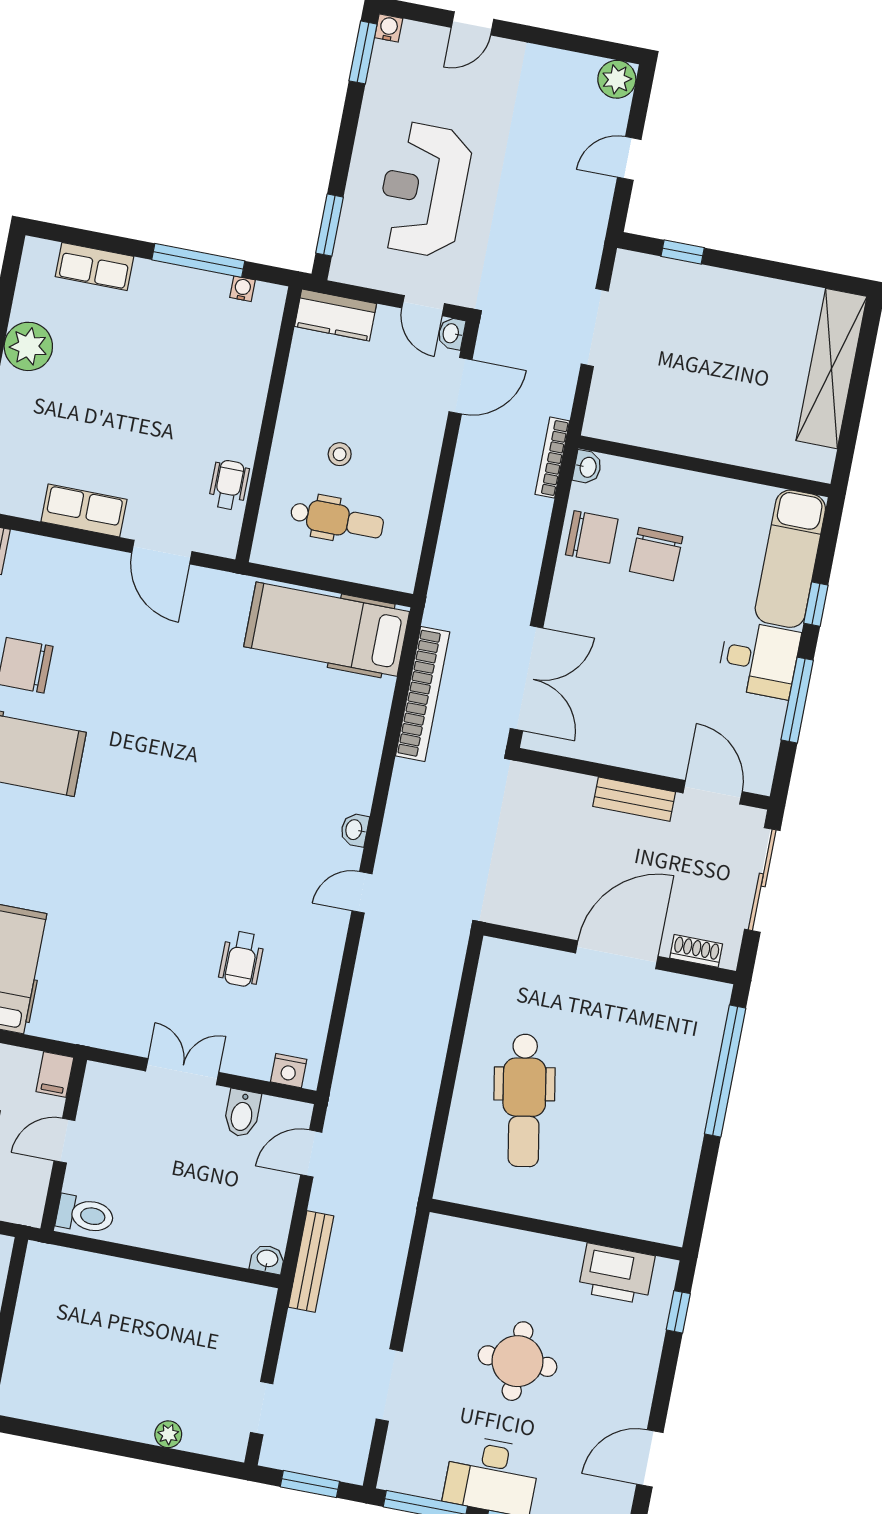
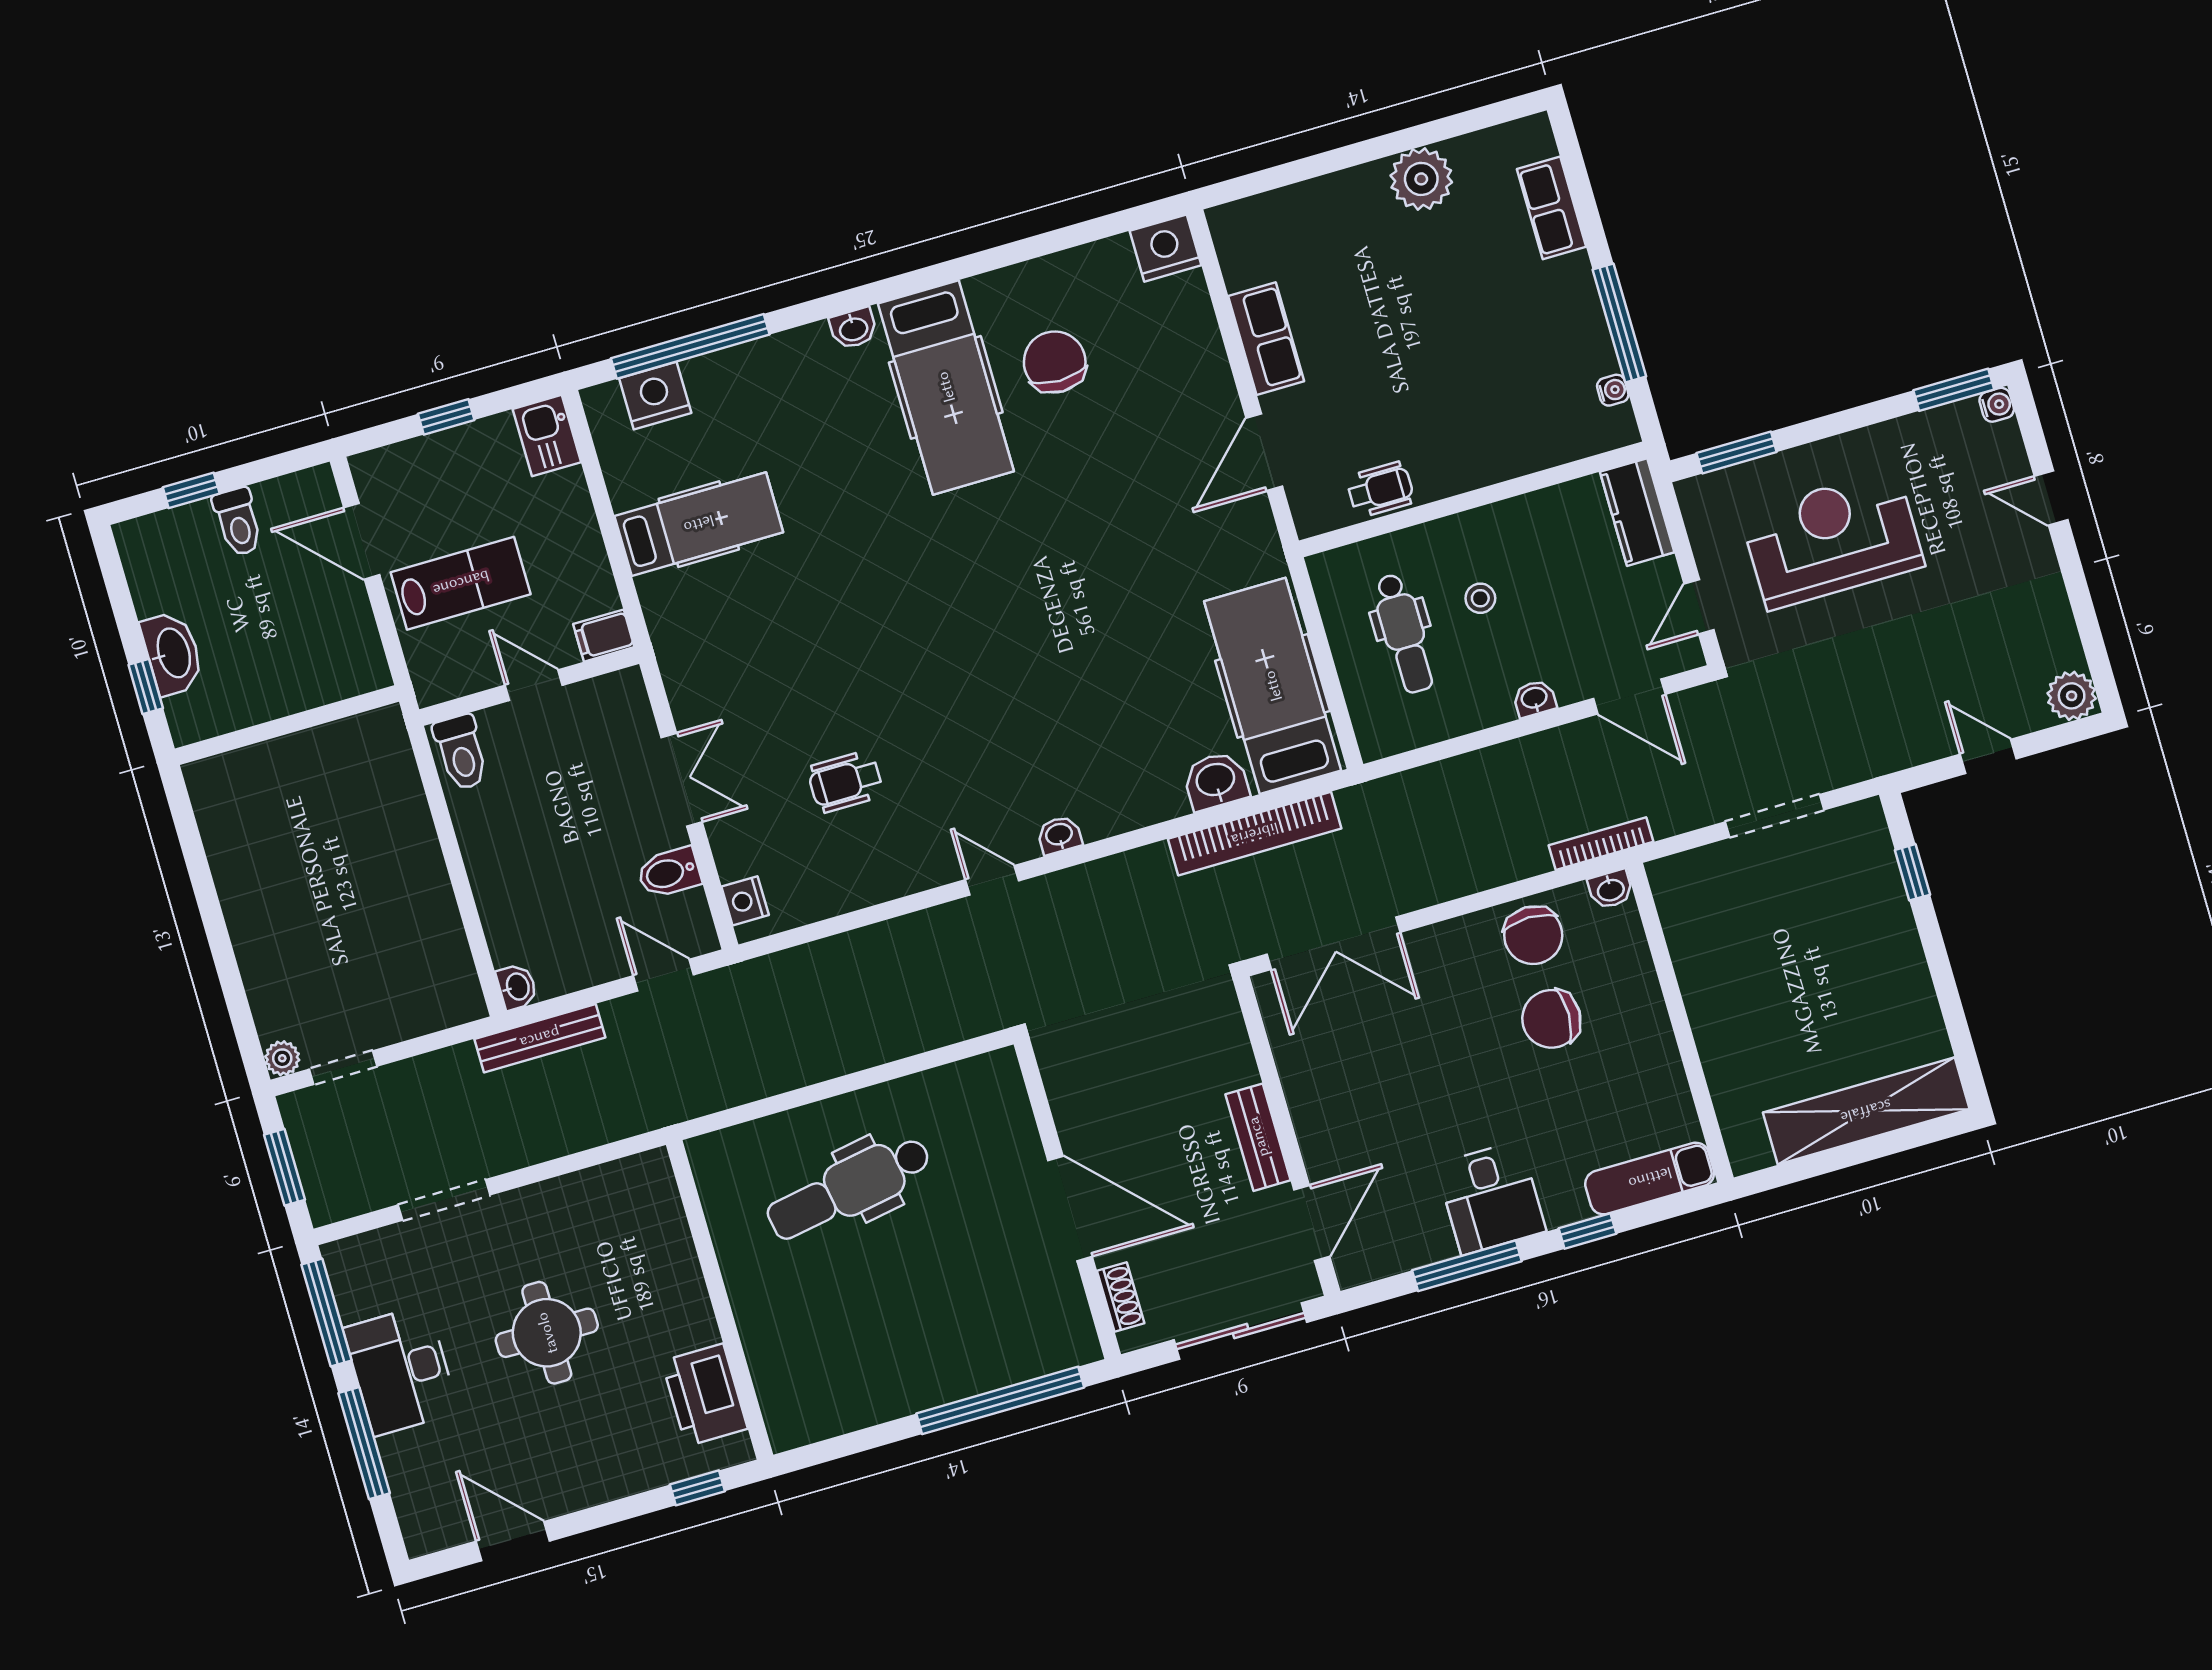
washbasin: (451, 333) -> (1534, 699), moved
exam couch: (790, 559) -> (1650, 1178), width x0.73, depth x0.69
washbasin: (372, 702) -> (1216, 781), added
plant: (168, 1434) -> (282, 1058), moved

